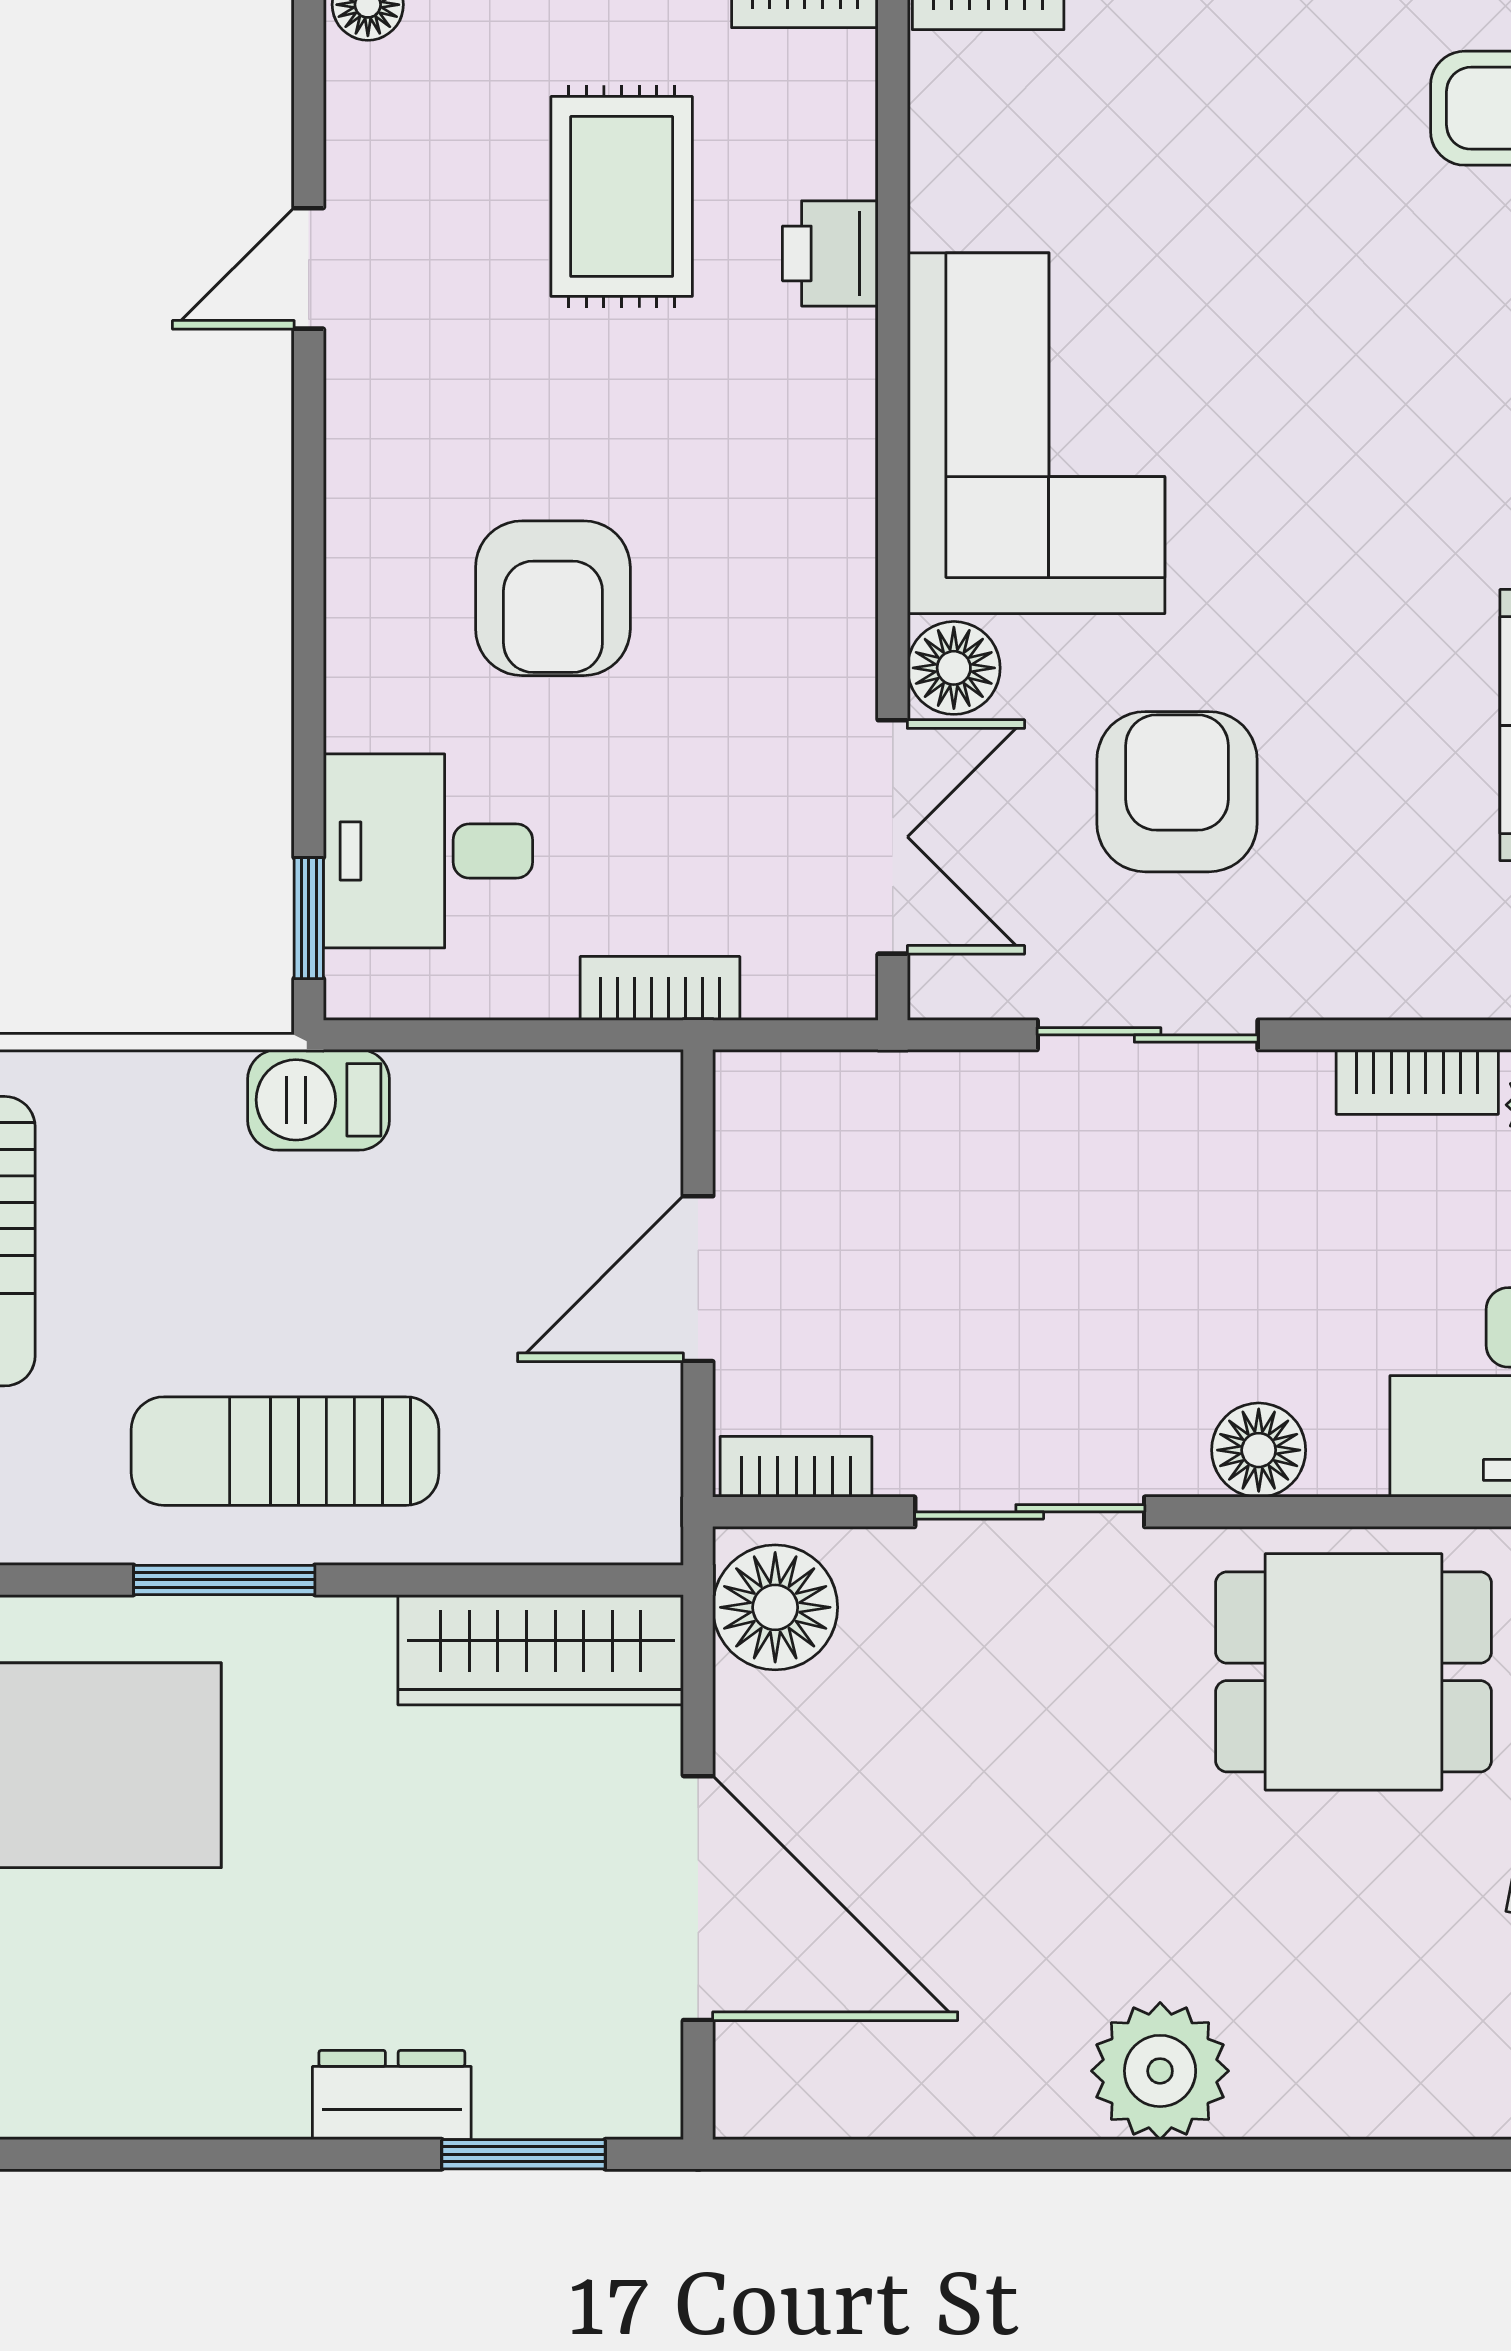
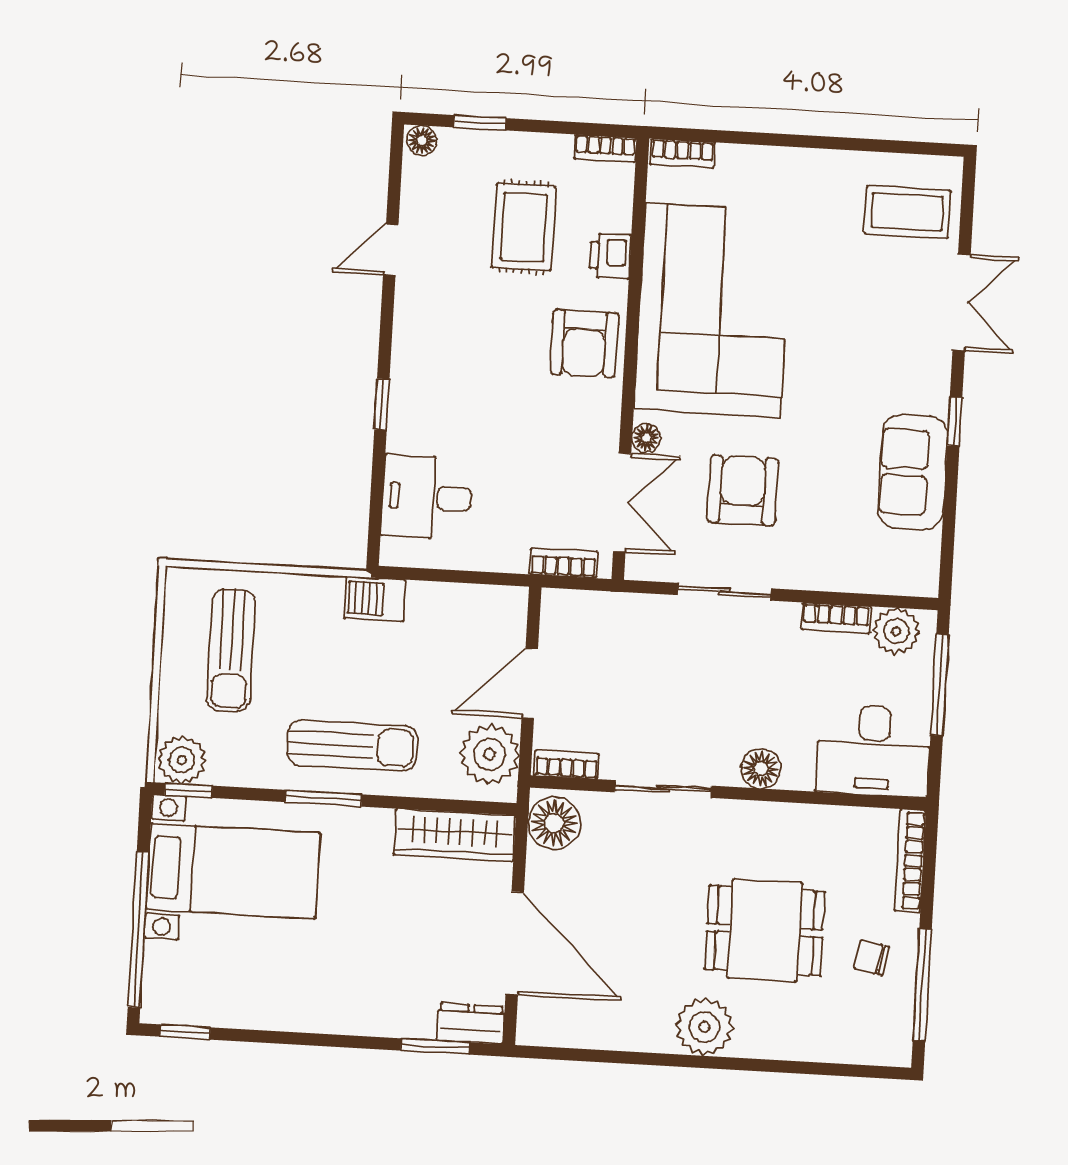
corner sofa: (1036, 433) -> (713, 310), width x1.36, depth x1.36
armchair: (553, 598) -> (584, 343), moved
floor lamp: (954, 668) -> (646, 438), width x0.73, depth x0.73
window: (309, 918) -> (382, 404), moved
bookcase: (660, 988) -> (564, 563), moved
sun lounger: (285, 1451) -> (352, 746), turned 180
plant: (612, 1453) -> (489, 754), added
dining table: (1354, 1672) -> (765, 930), moved
dresser: (392, 2095) -> (471, 1024), moved

